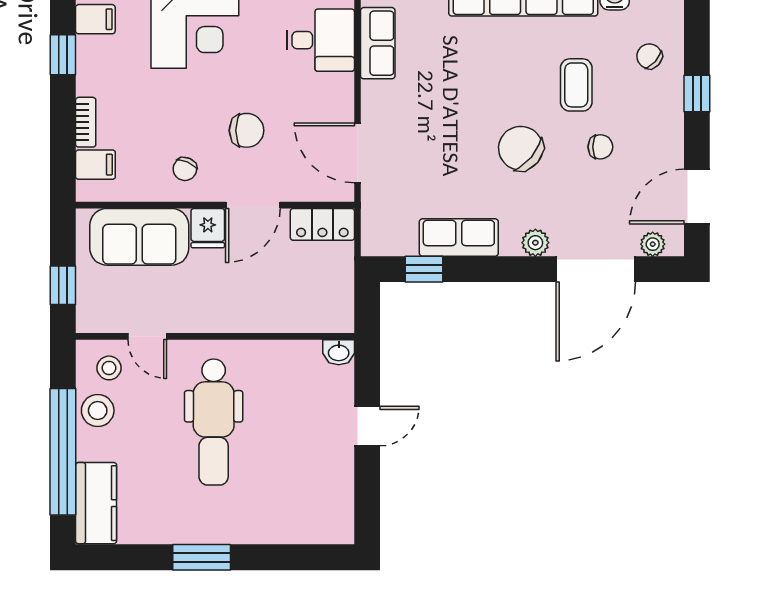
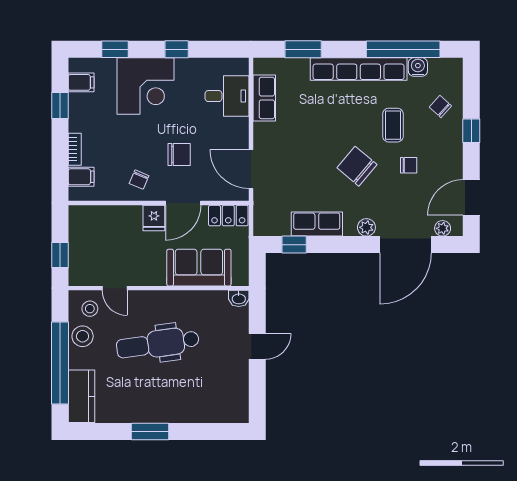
sofa: (139, 237) -> (199, 268), moved, turned 180
dental chair: (214, 422) -> (158, 344), turned 82

